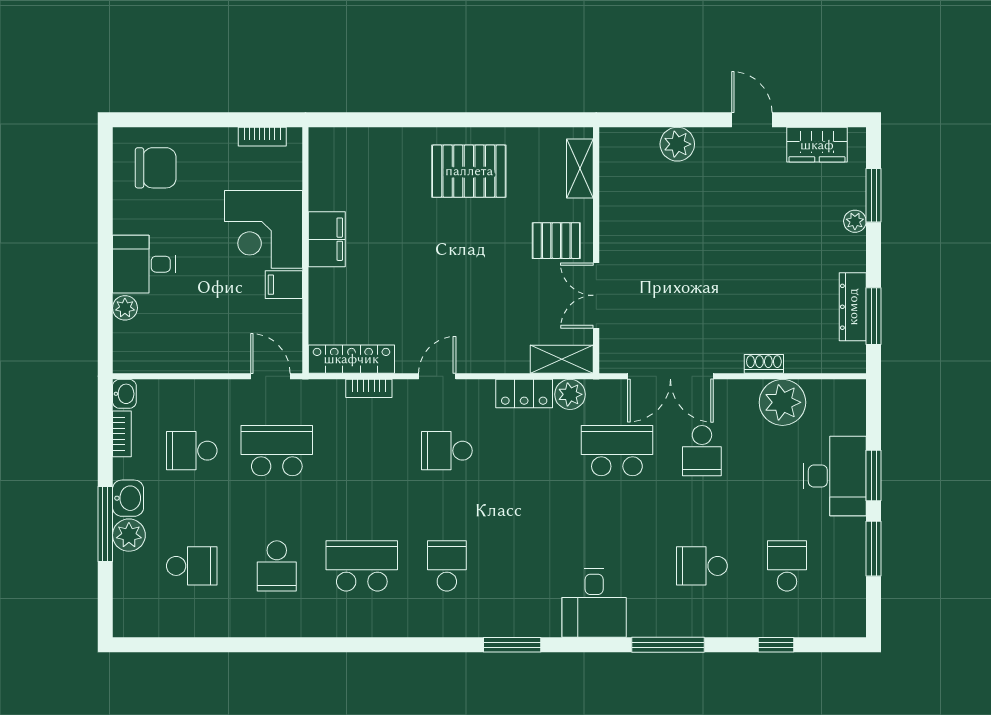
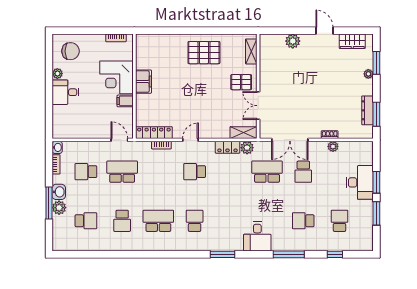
plant: (125, 308) -> (57, 74), moved
plant: (782, 402) -> (333, 146), width x0.53, depth x0.53

